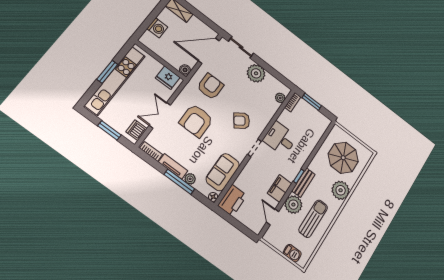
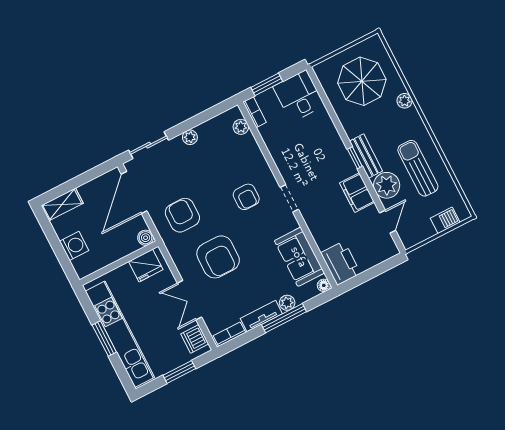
plant: (256, 73) -> (190, 137), width x0.53, depth x0.53
armchair: (242, 121) -> (246, 197), turned -55
desk: (280, 139) -> (299, 96), moved, turned 90
plant: (341, 190) -> (405, 101), width x0.53, depth x0.53
door: (273, 217) -> (388, 222), swing flipped

